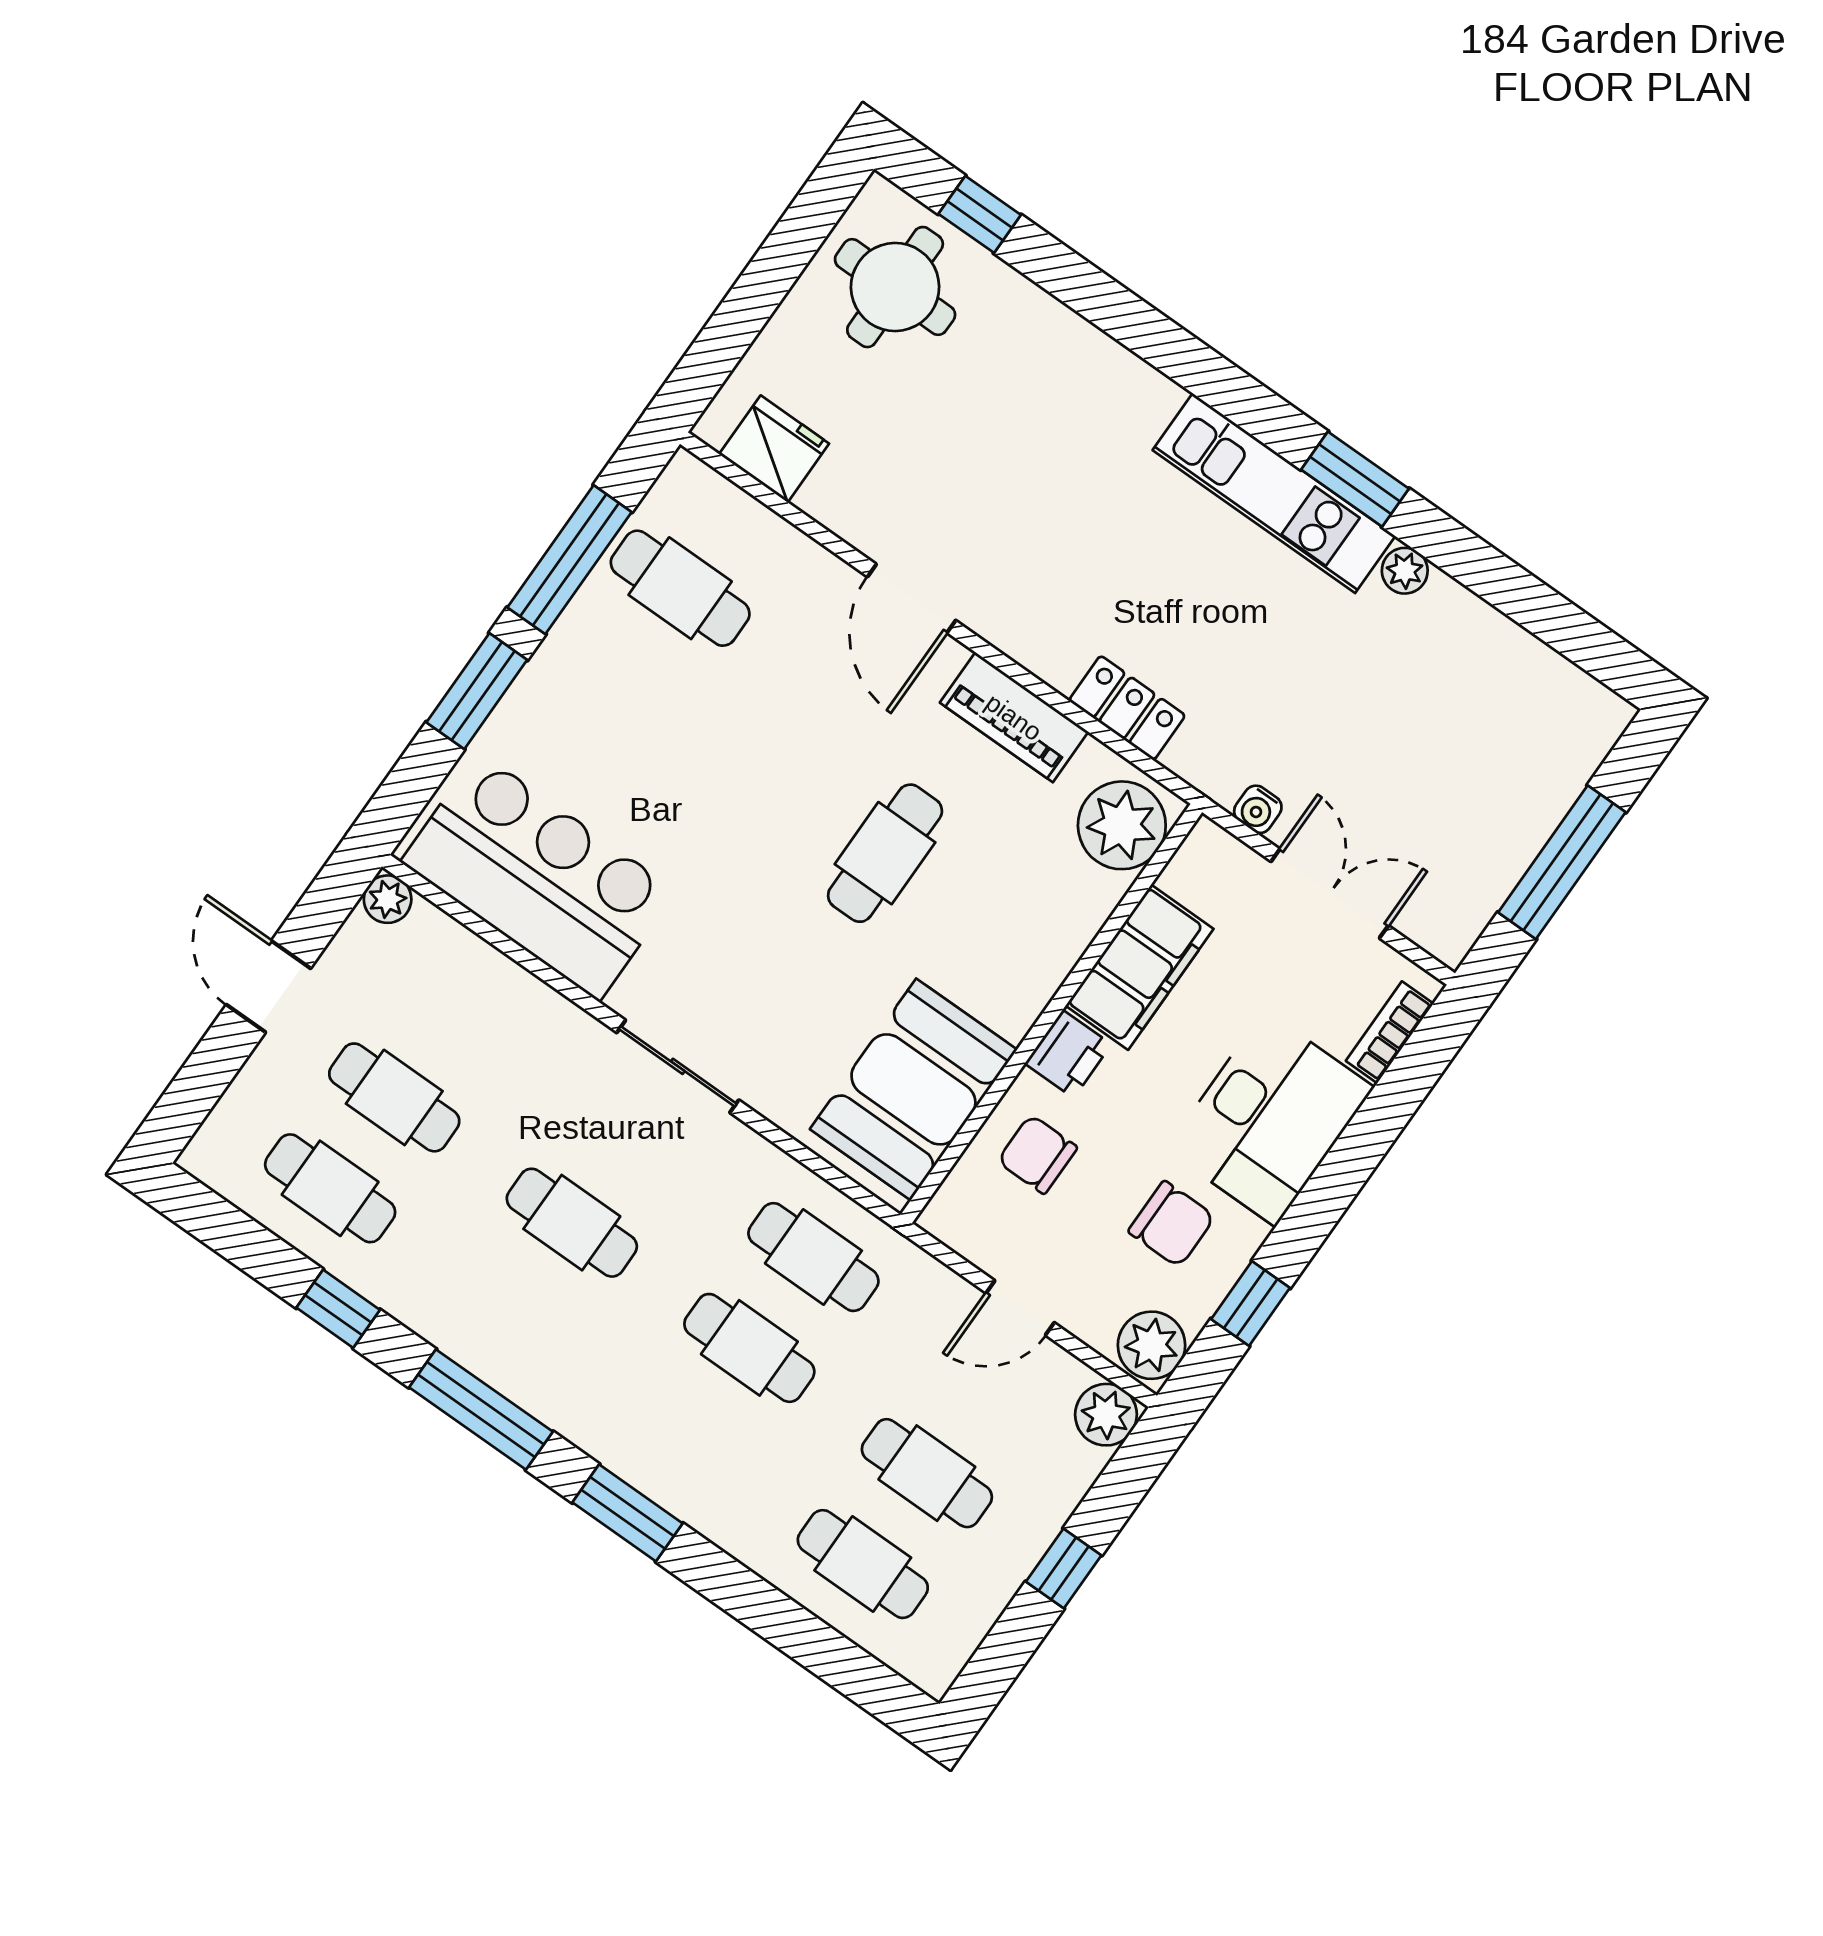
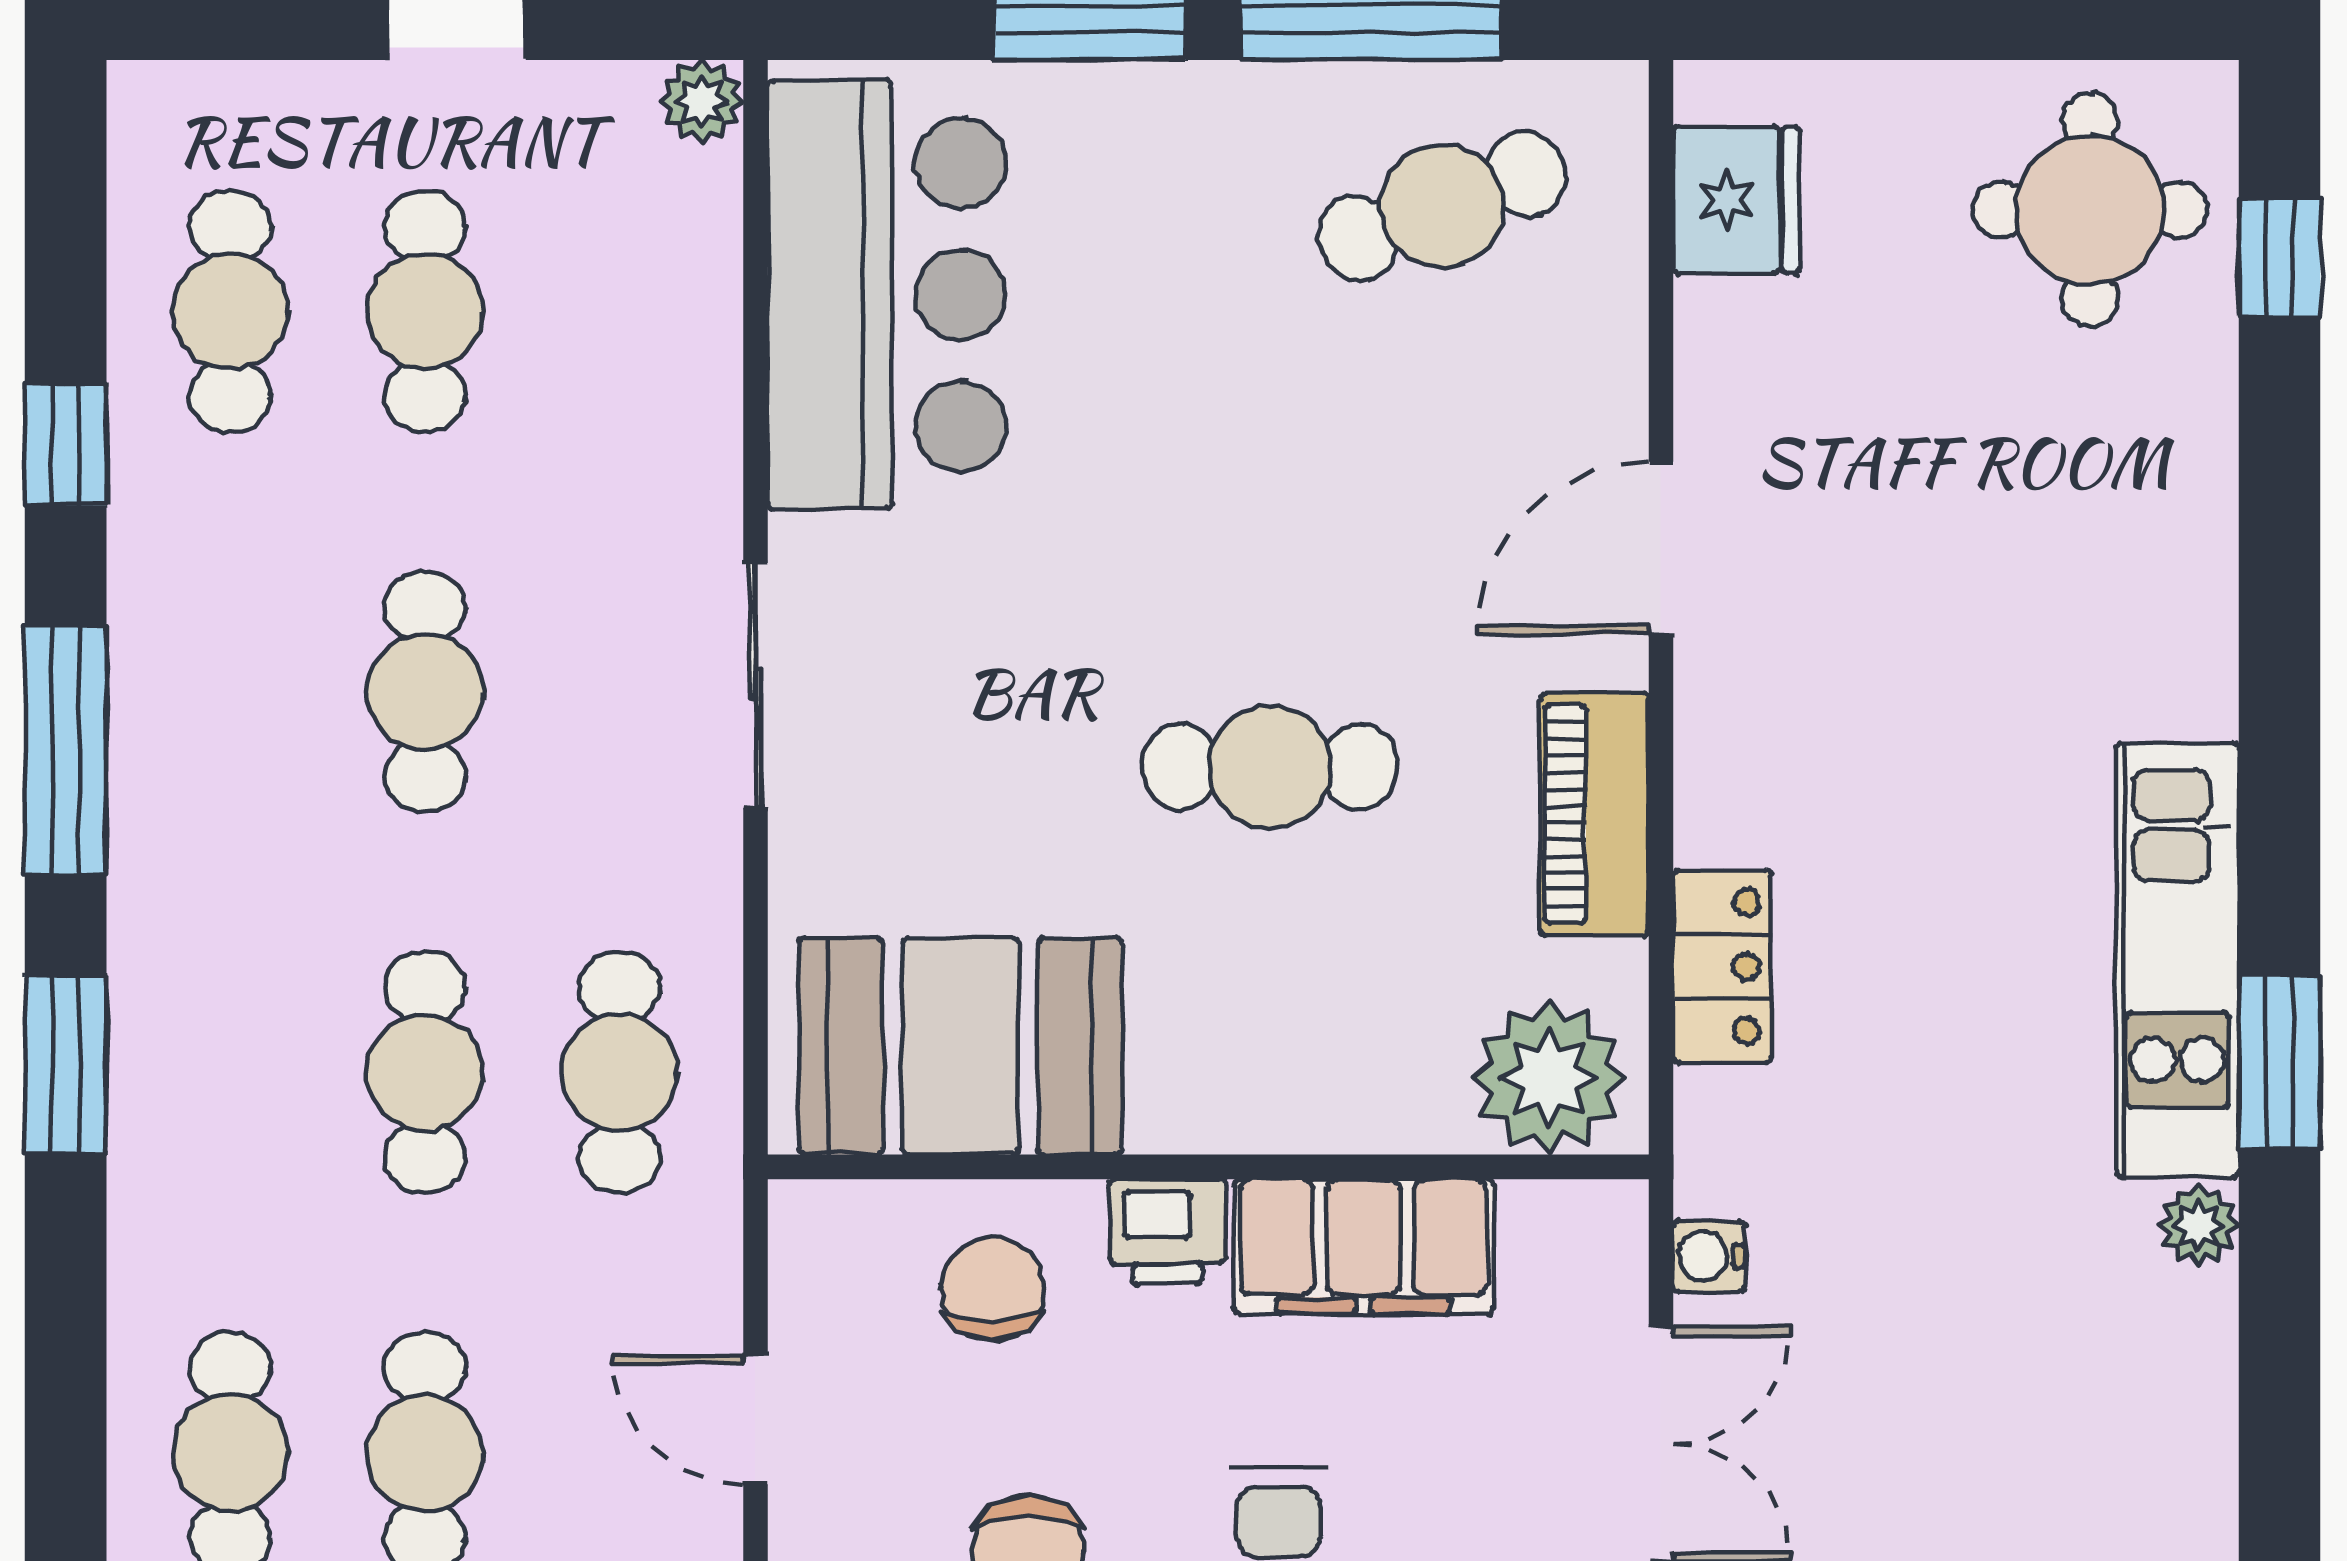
cafe table: (680, 588) -> (1442, 206), turned 69

